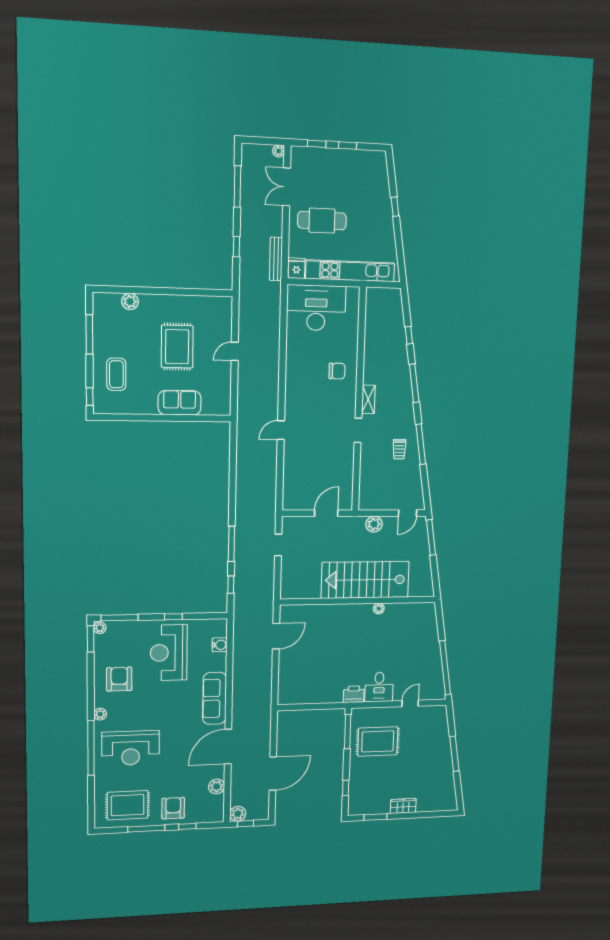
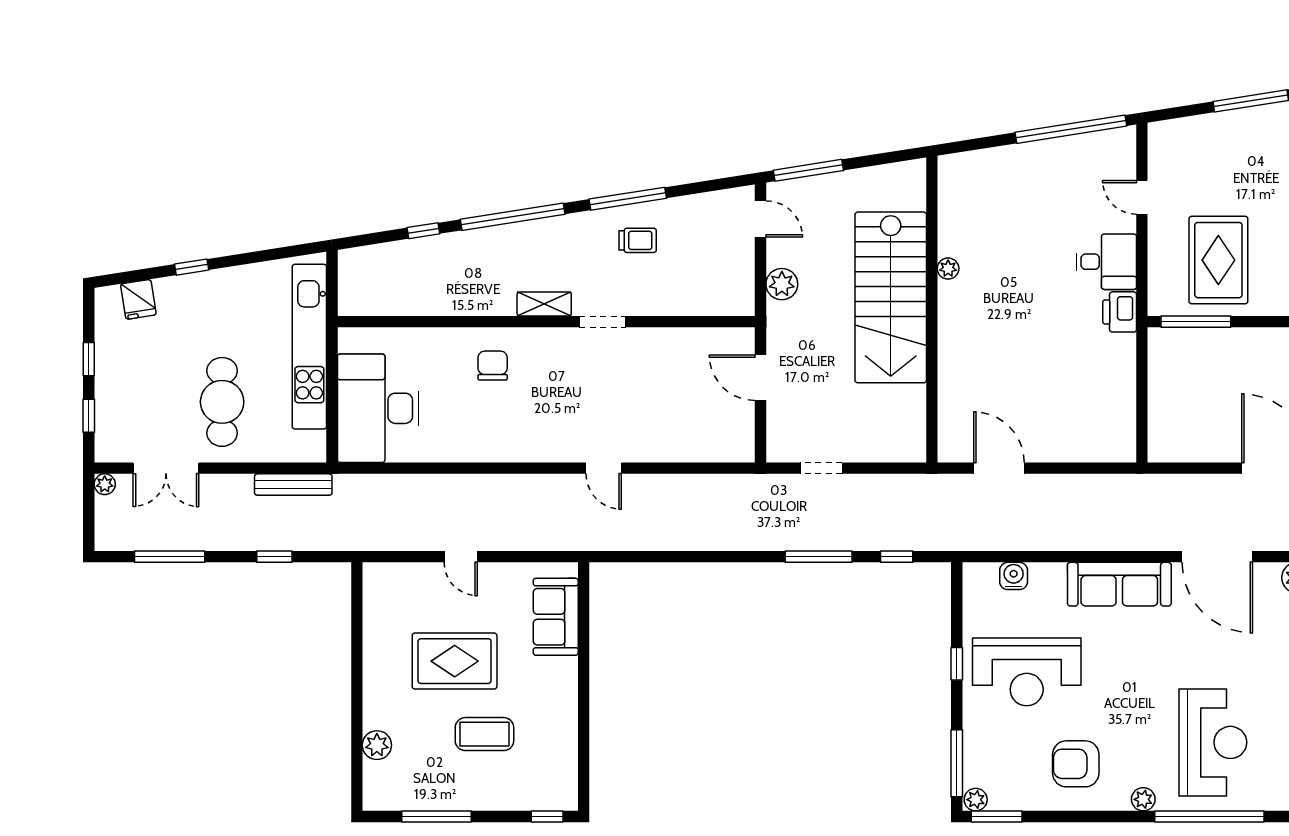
fridge: (296, 268) -> (138, 299), moved, turned -99
coffee table: (116, 374) -> (484, 734), moved
window: (414, 383) -> (513, 217), width x1.46
sofa: (180, 403) -> (556, 617), moved

